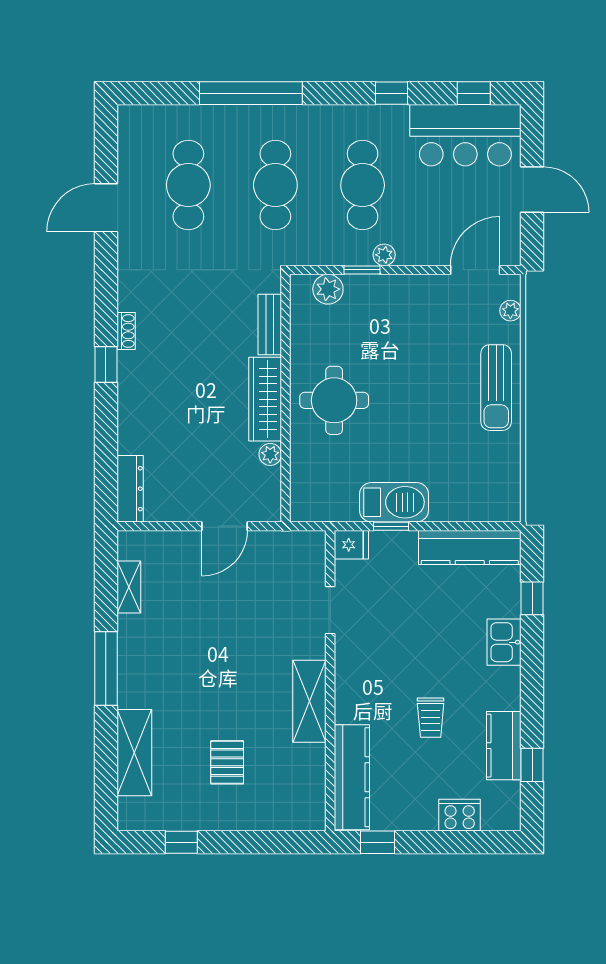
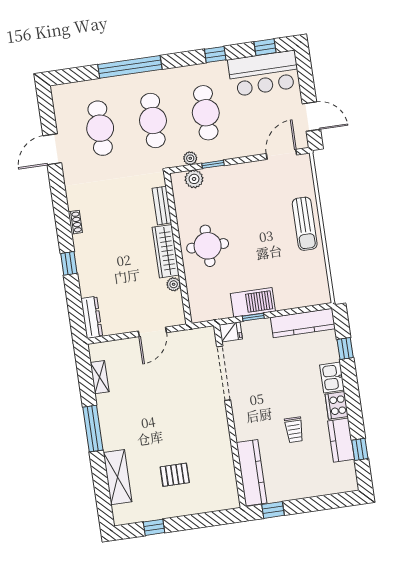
door: (532, 190) -> (311, 117), moved
plant: (384, 255) -> (190, 158), moved
plant: (510, 311) -> (307, 176), removed
window: (106, 365) -> (69, 263), moved
doorway: (330, 610) -> (224, 373), width x1.87
shelving: (309, 701) -> (219, 430), removed
pallet: (227, 762) -> (175, 475), turned 90
cooker: (460, 815) -> (337, 405), moved, turned -90

